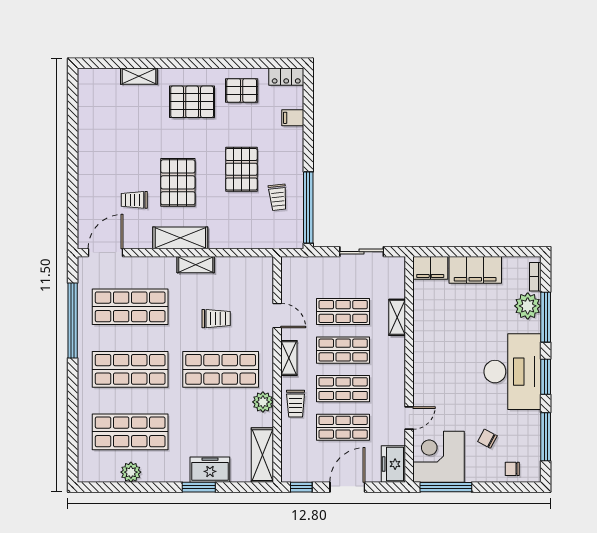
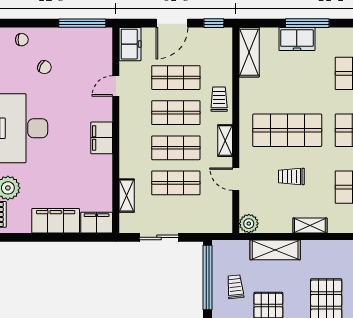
shelving: (180, 238) -> (275, 250), moved
shelving: (397, 317) -> (127, 196), moved
filing cabinet: (425, 361) -> (102, 138), added
plant: (263, 402) -> (249, 224), moved
corner desk: (438, 457) -> (89, 51), removed
window: (199, 487) -> (307, 23), width x1.44

